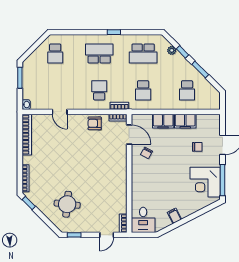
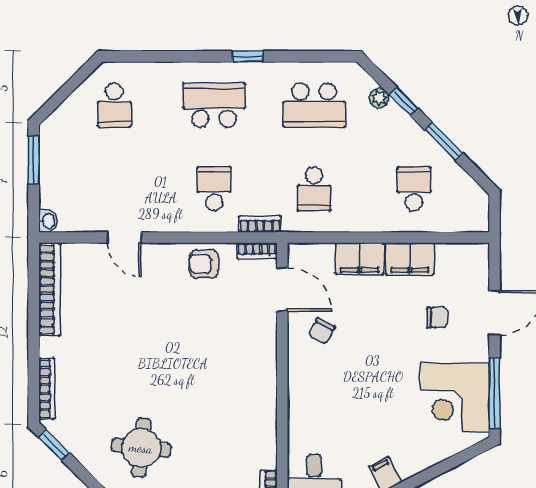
school desk: (187, 90) -> (414, 189), turned 180

